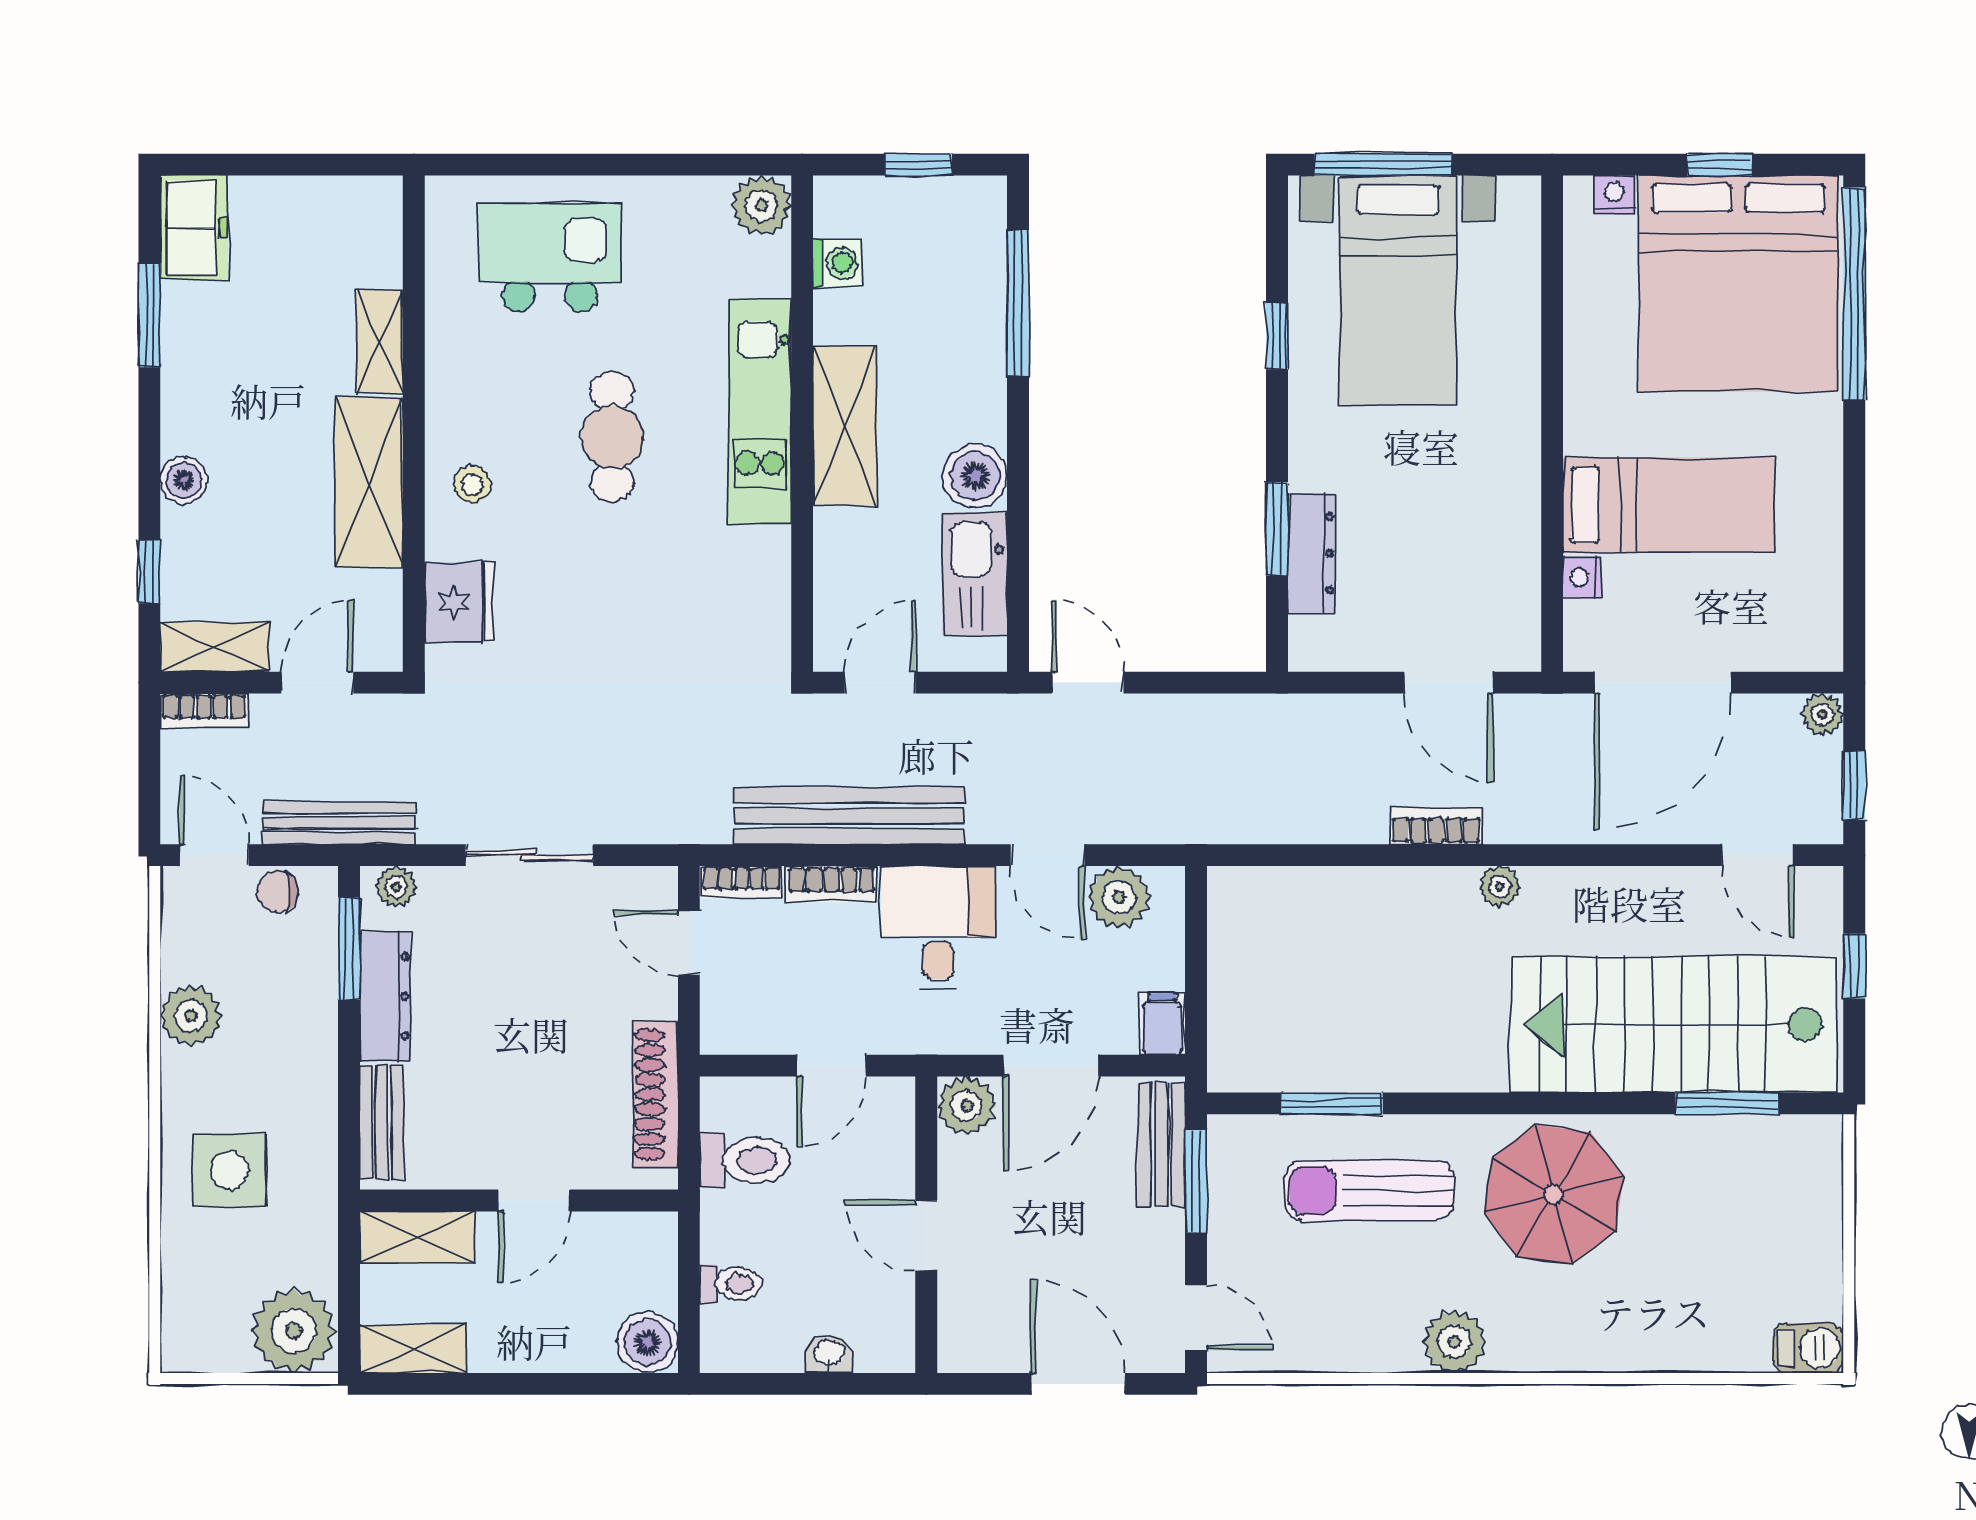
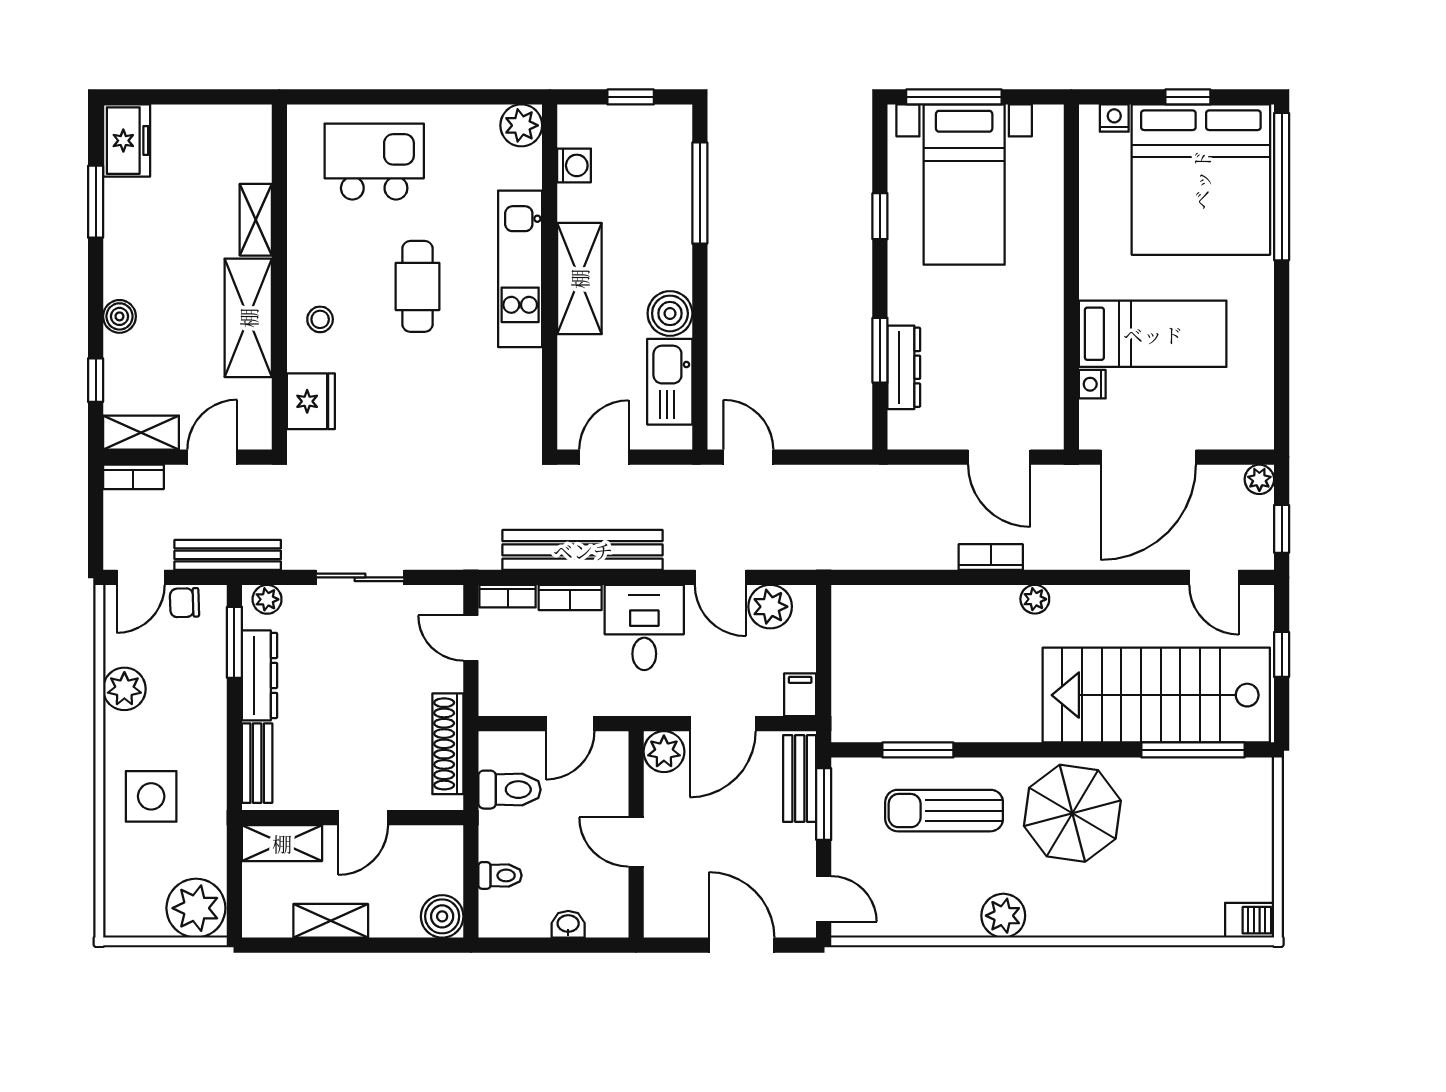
door: (214, 855) -> (141, 577), swing flipped
window: (1727, 1103) -> (1193, 750), width x1.44
shelving: (414, 1349) -> (331, 921), moved

